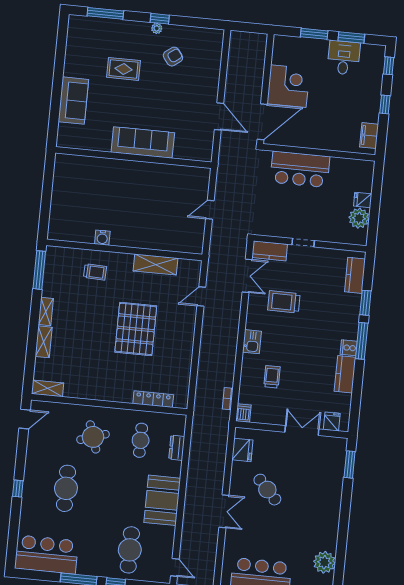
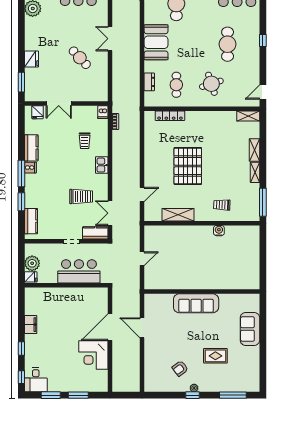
desk: (344, 58) -> (36, 380), moved
wall: (319, 152) -> (66, 285), moved
bar counter: (300, 169) -> (79, 271), moved
fridge: (242, 450) -> (32, 59), moved, turned 180

